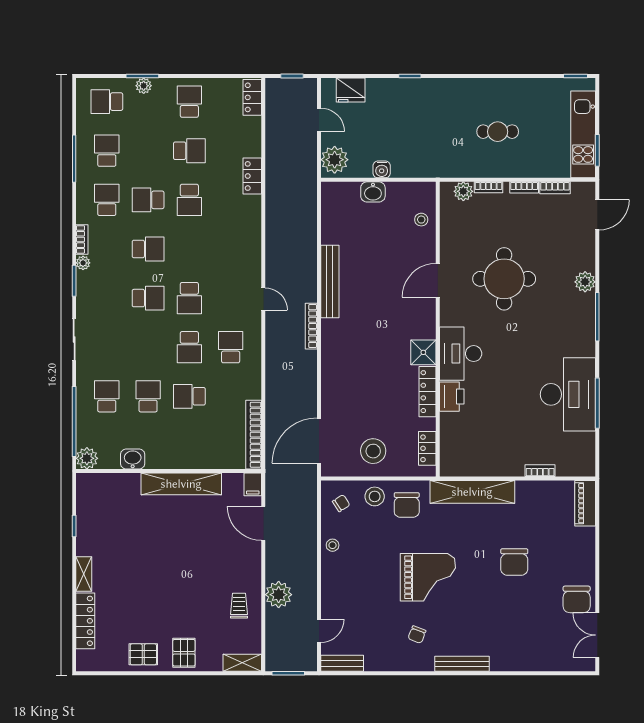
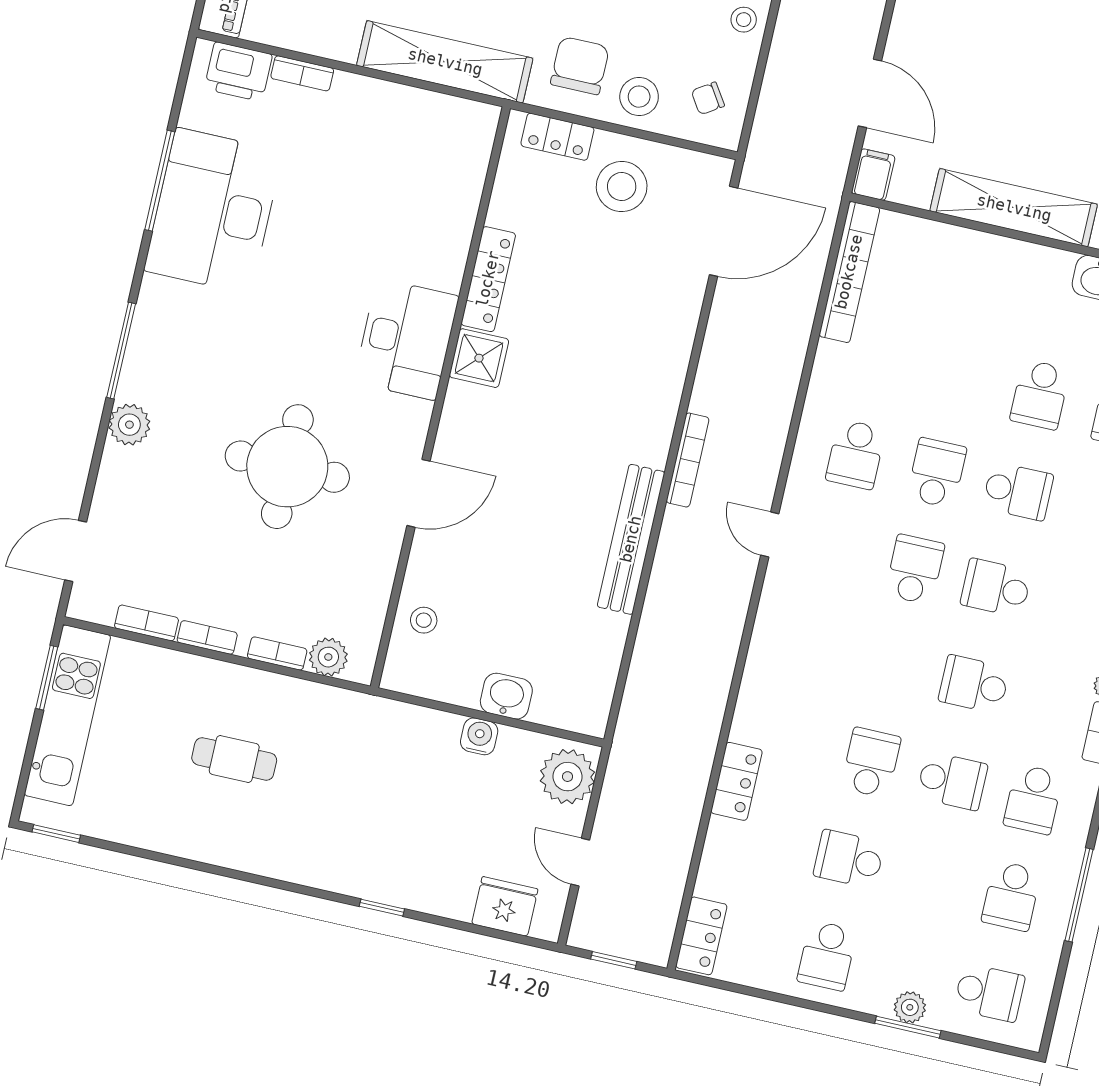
school desk: (189, 396) -> (1018, 491), moved
printer: (452, 397) -> (238, 72), moved, turned -90
locker: (427, 448) -> (557, 137), moved, turned 90

